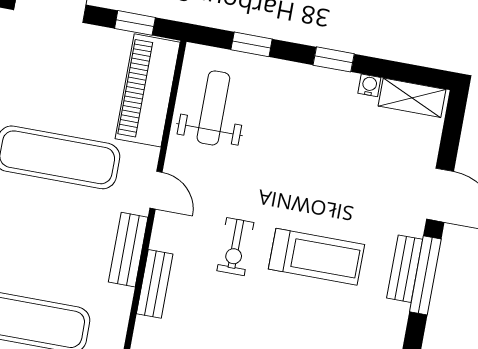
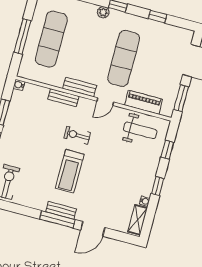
window: (135, 23) -> (181, 98), width x1.50
piano: (148, 90) -> (144, 102), width x0.73, depth x0.75

